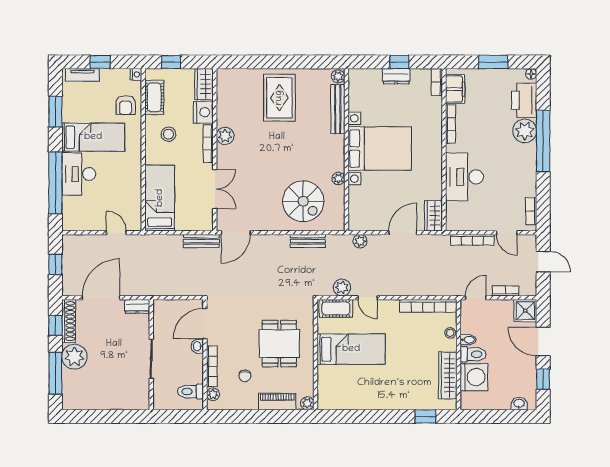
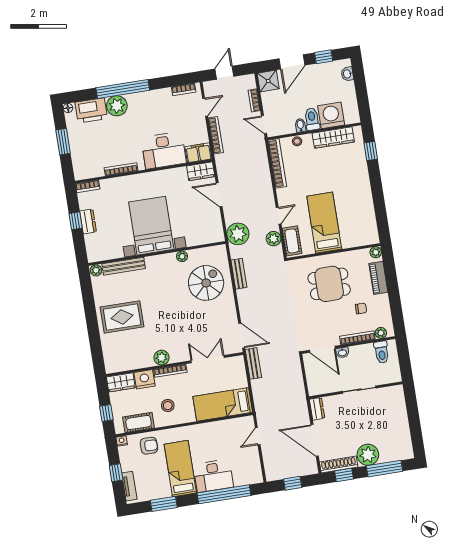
filing cabinet: (455, 89) -> (198, 153), moved
plant: (360, 241) -> (238, 234), width x1.87, depth x1.87

